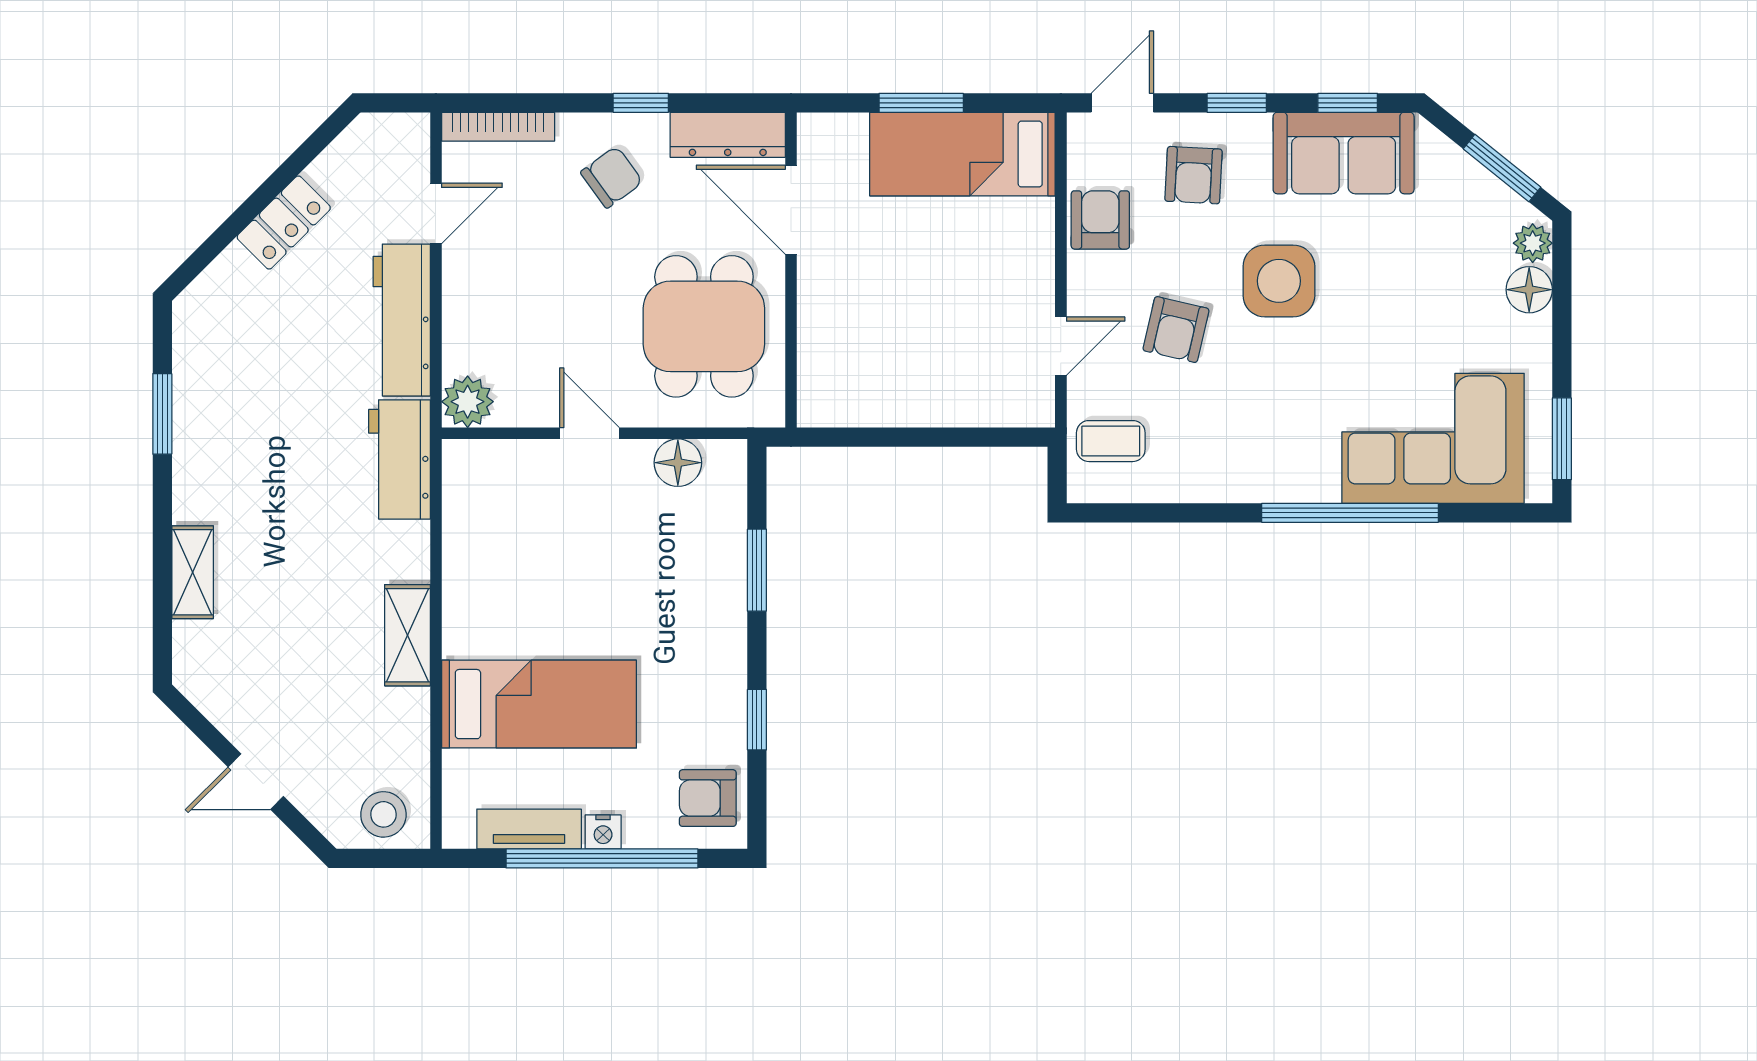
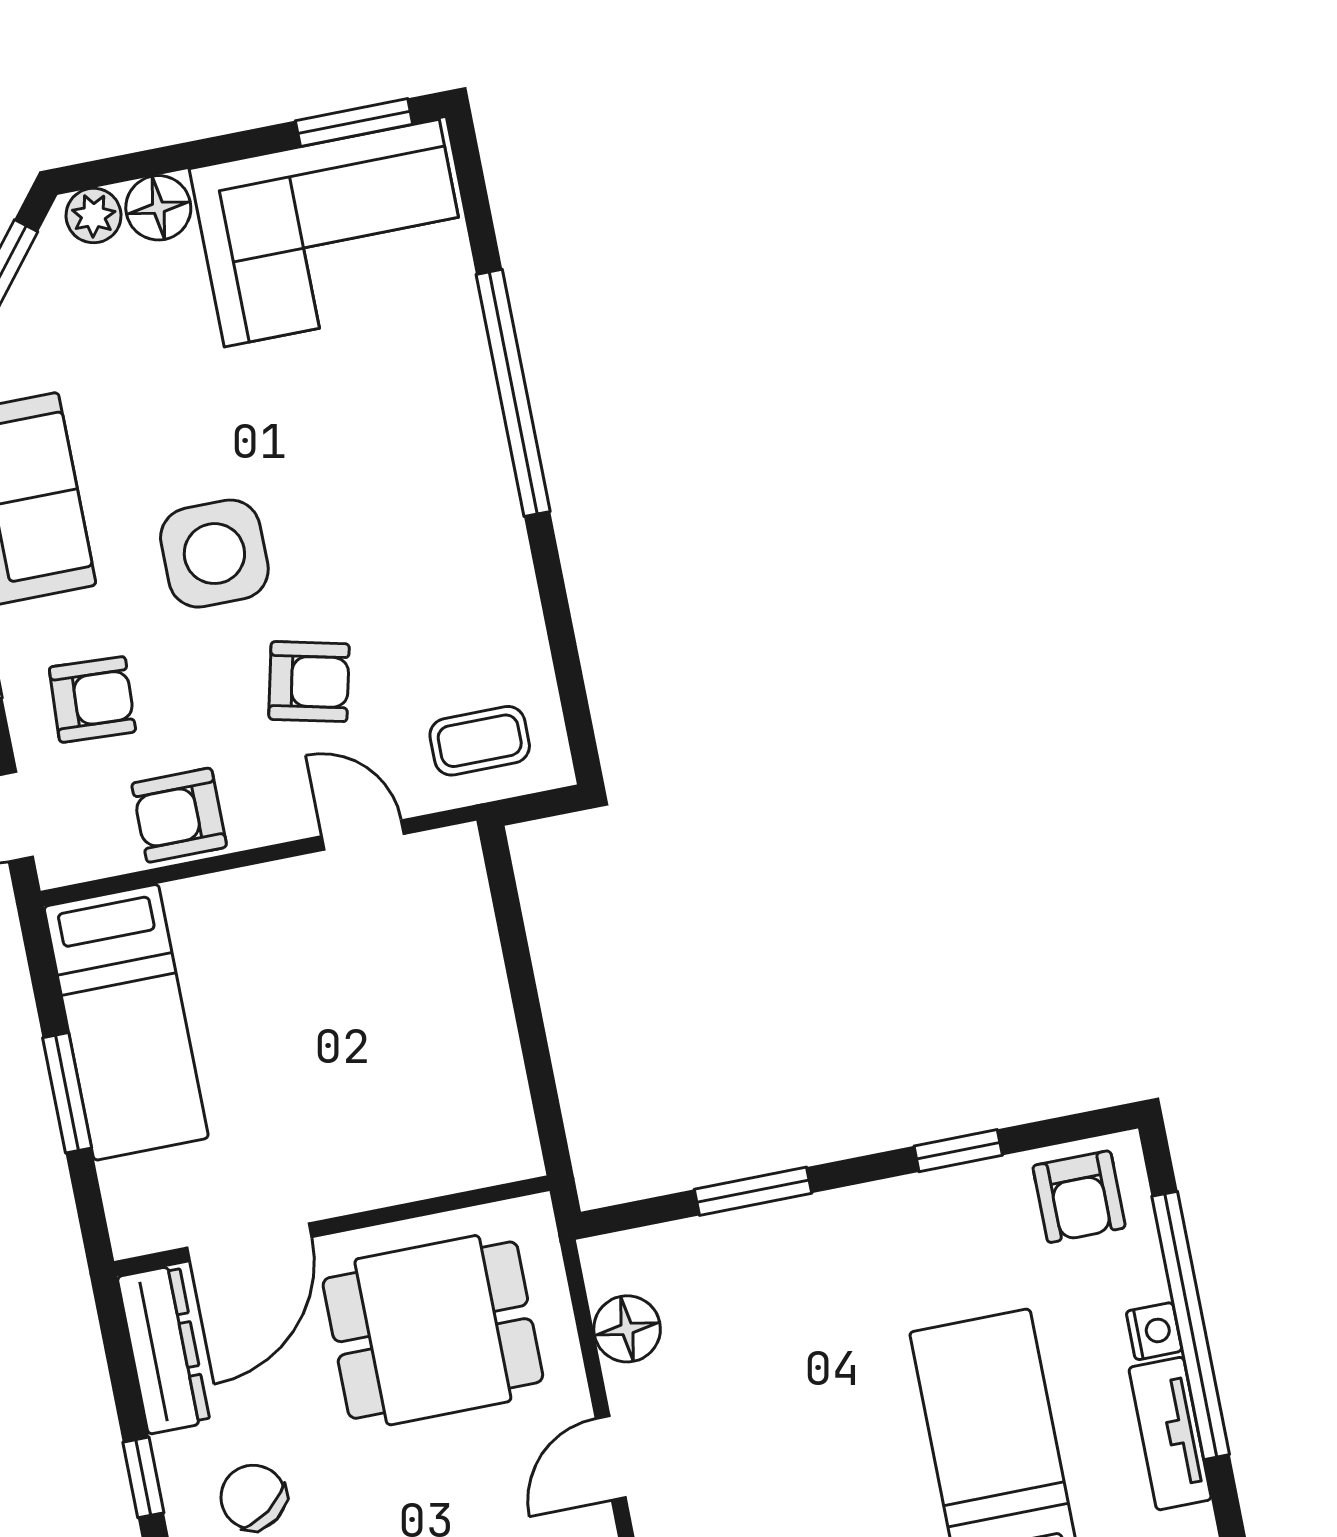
corner sofa: (1433, 438) -> (332, 233), moved, turned -90
coffee table: (1111, 441) -> (480, 741), turned 90

